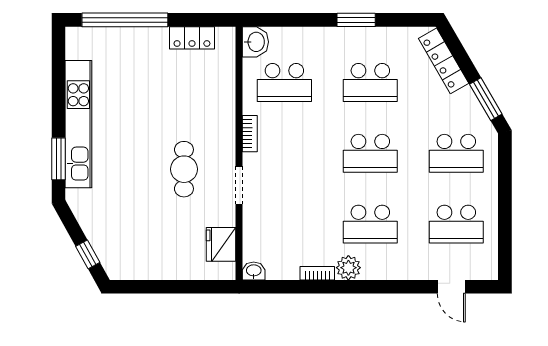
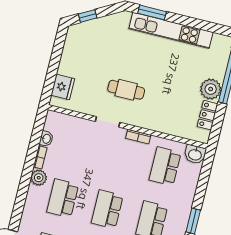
plant: (152, 43) -> (211, 89), added
fridge: (221, 244) -> (63, 87), moved, turned 90
washbasin: (254, 271) -> (46, 139), moved

